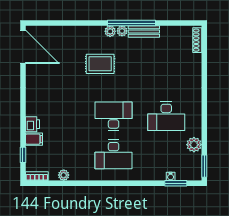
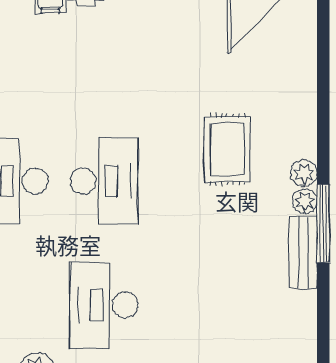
window: (132, 23) -> (323, 223), width x0.68

